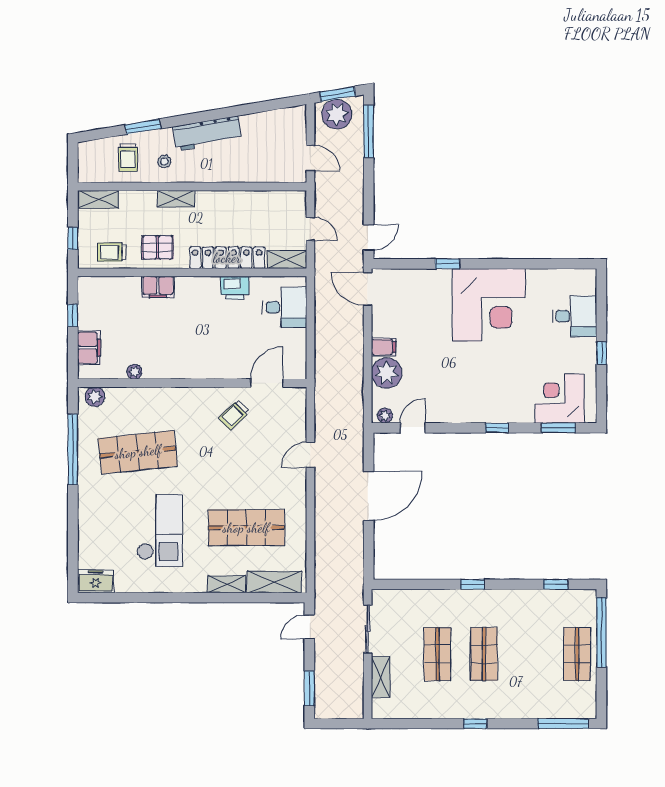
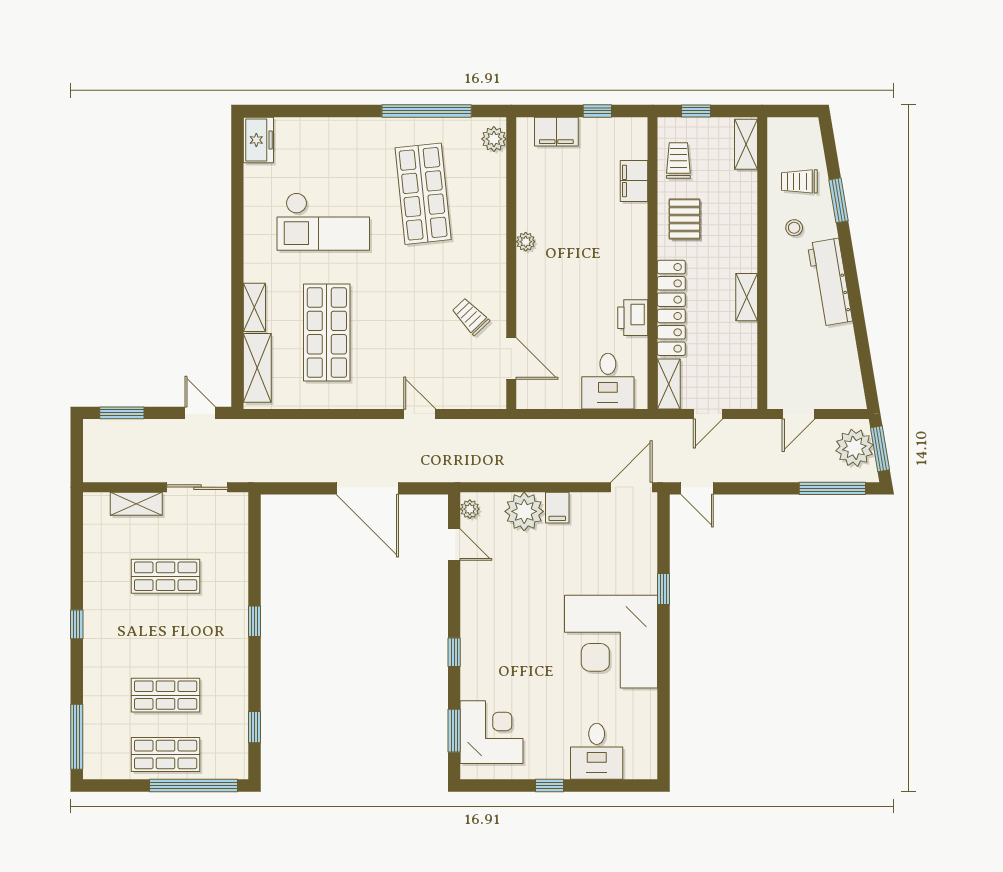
shelving: (176, 199) -> (747, 297), moved
filing cabinet: (158, 287) -> (634, 181), moved
plant: (134, 372) -> (526, 242), moved
shop shelf: (484, 654) -> (166, 695), moved

